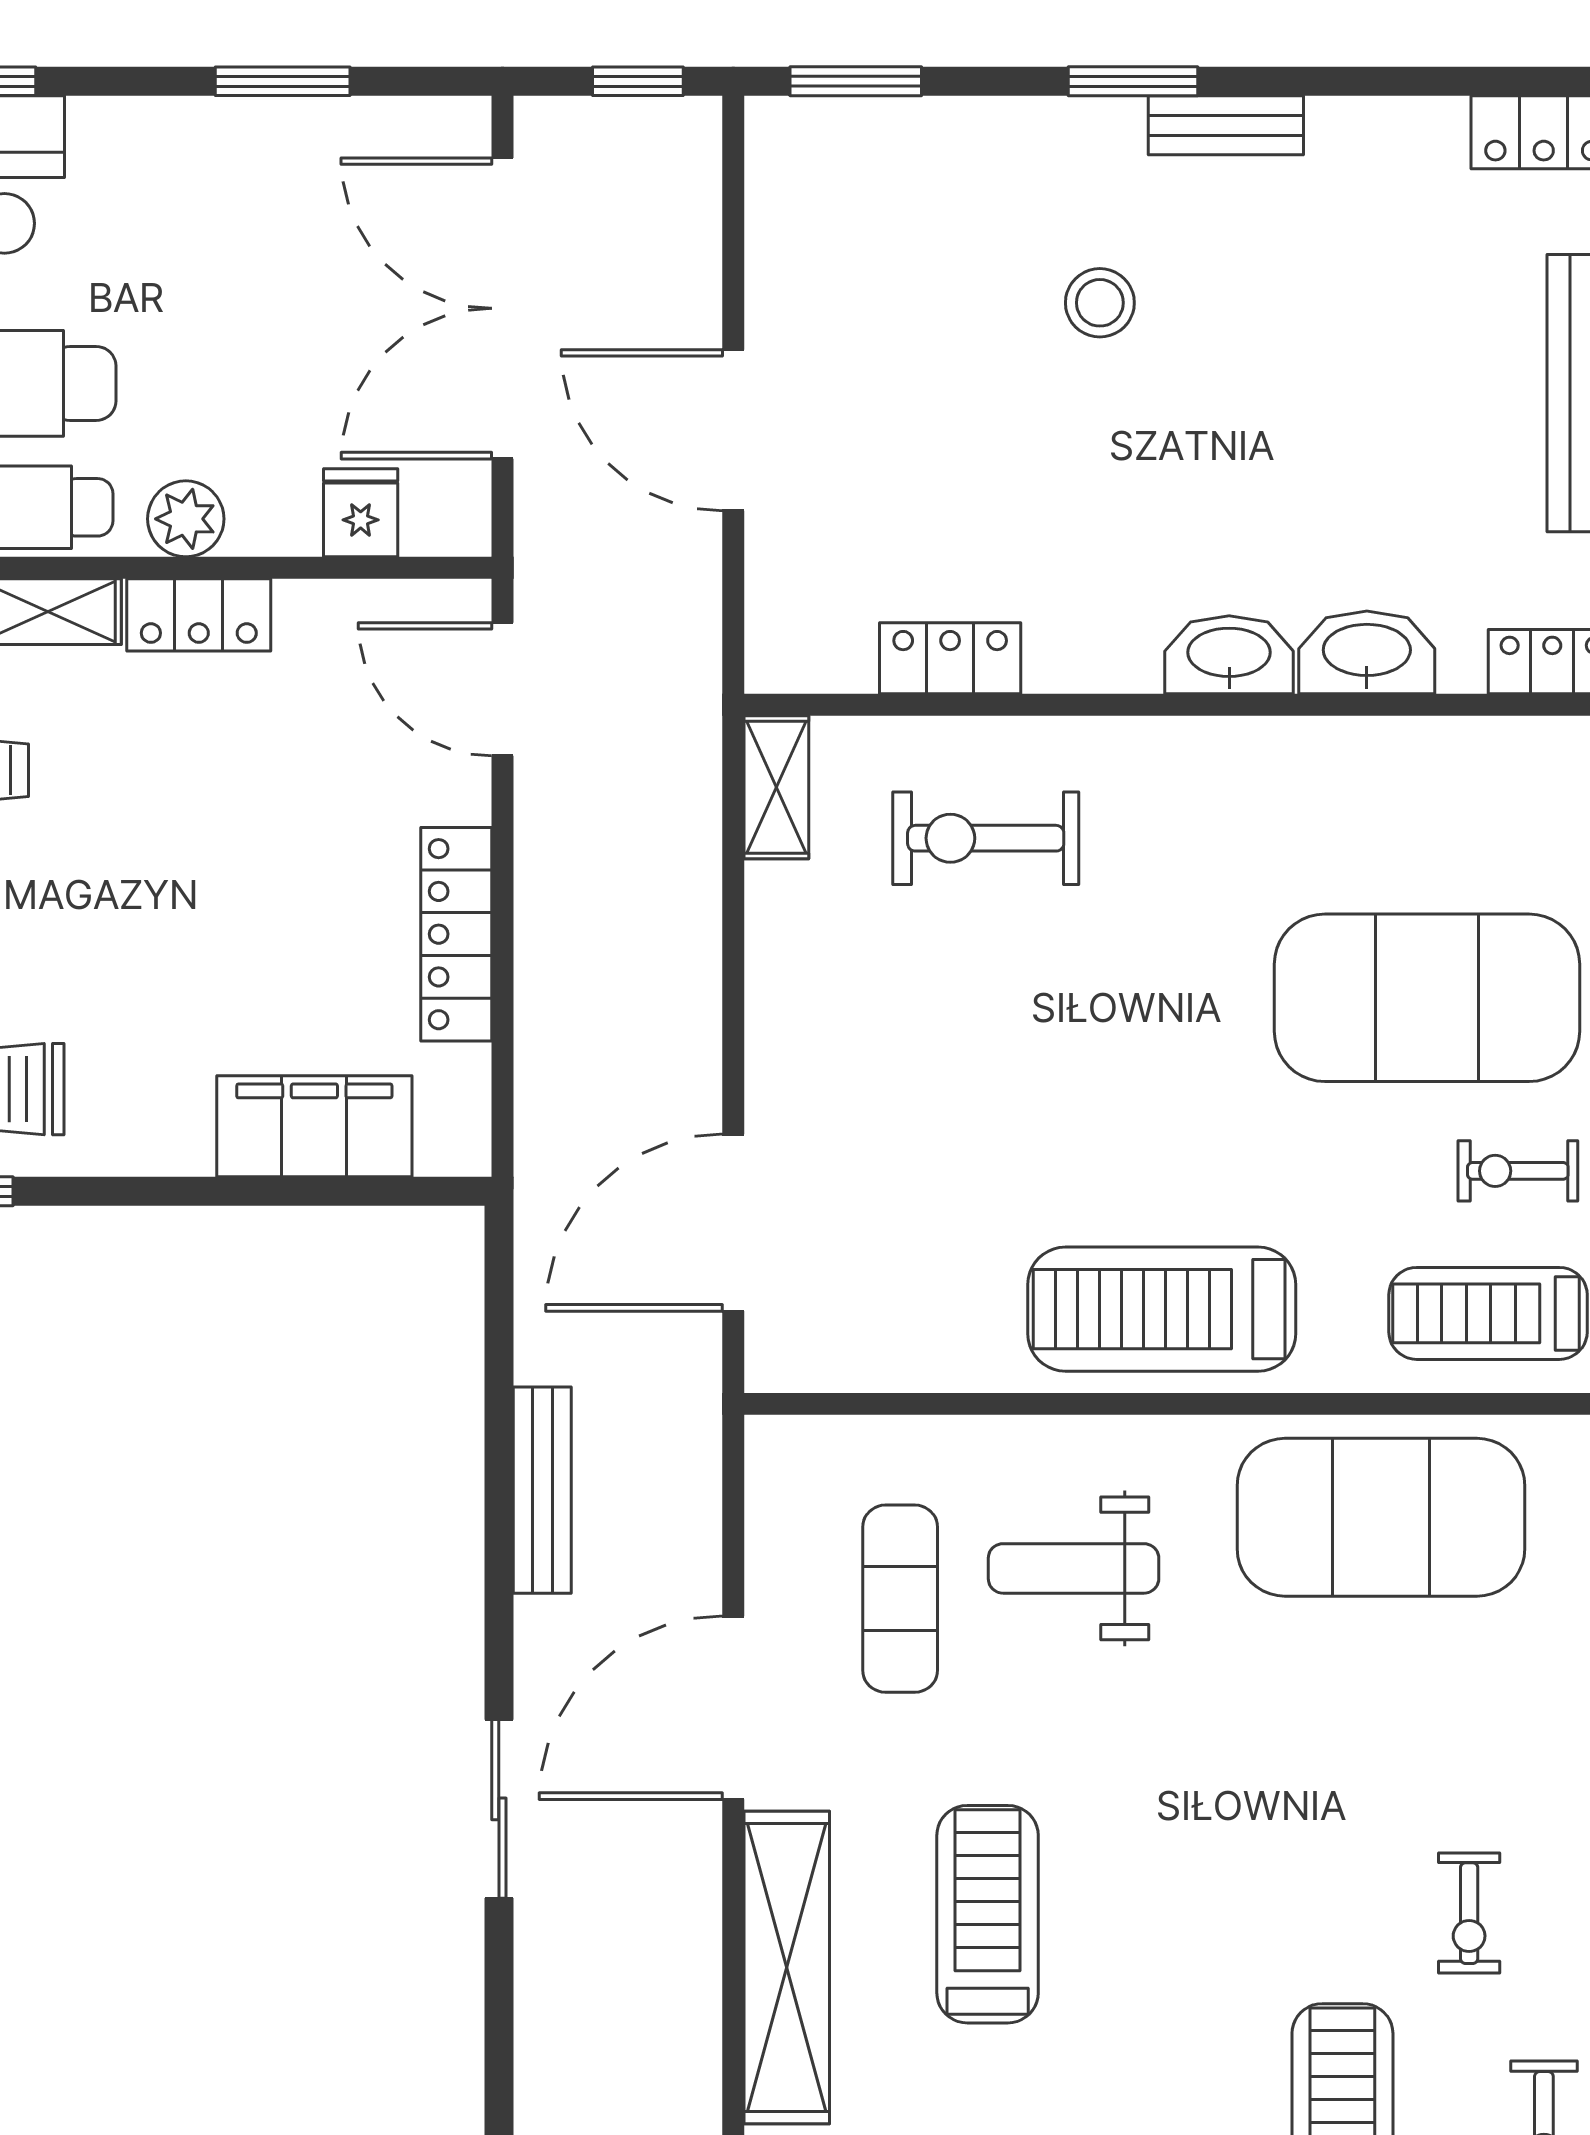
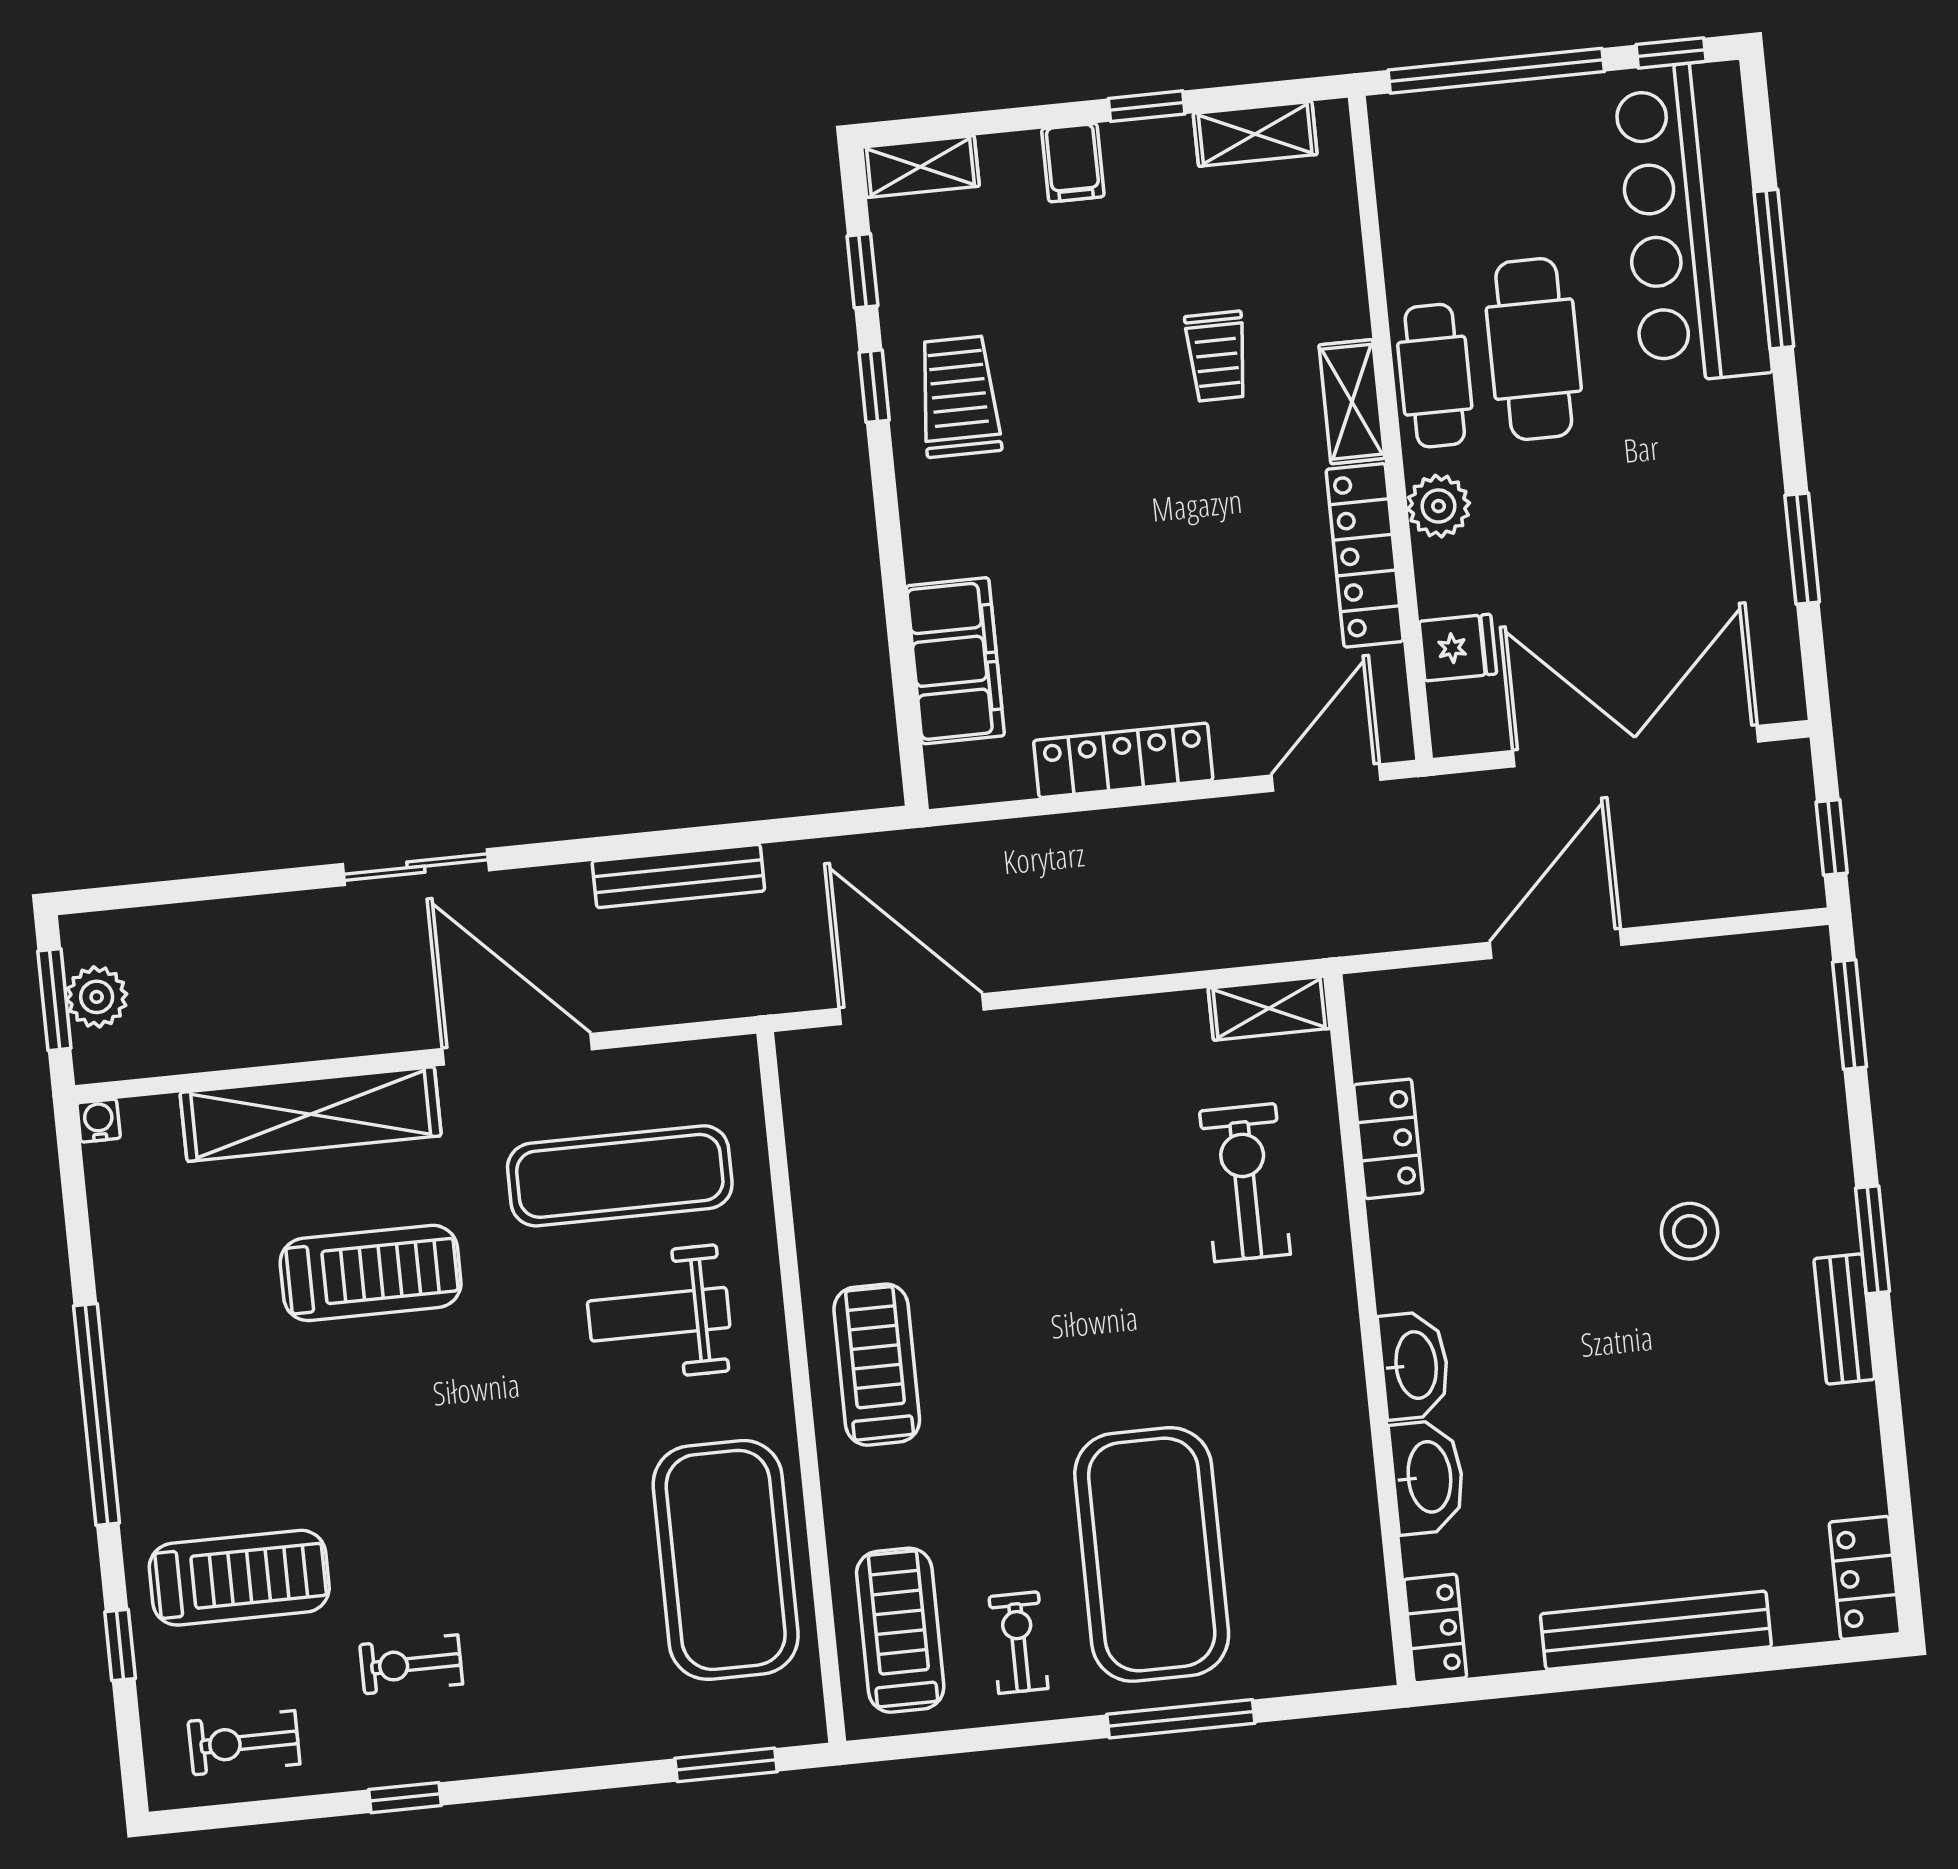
locker: (199, 615) -> (1365, 555), width x1.53
treadmill: (1162, 1309) -> (877, 1365), width x0.73, depth x0.73
weight bench: (1074, 1568) -> (659, 1314), turned -90
exercise mat: (900, 1599) -> (620, 1176), width x1.36, depth x1.45

